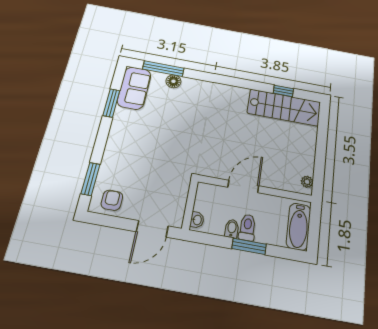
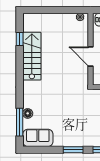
window: (111, 103) -> (73, 150), moved
stairs: (284, 108) -> (32, 56), moved

